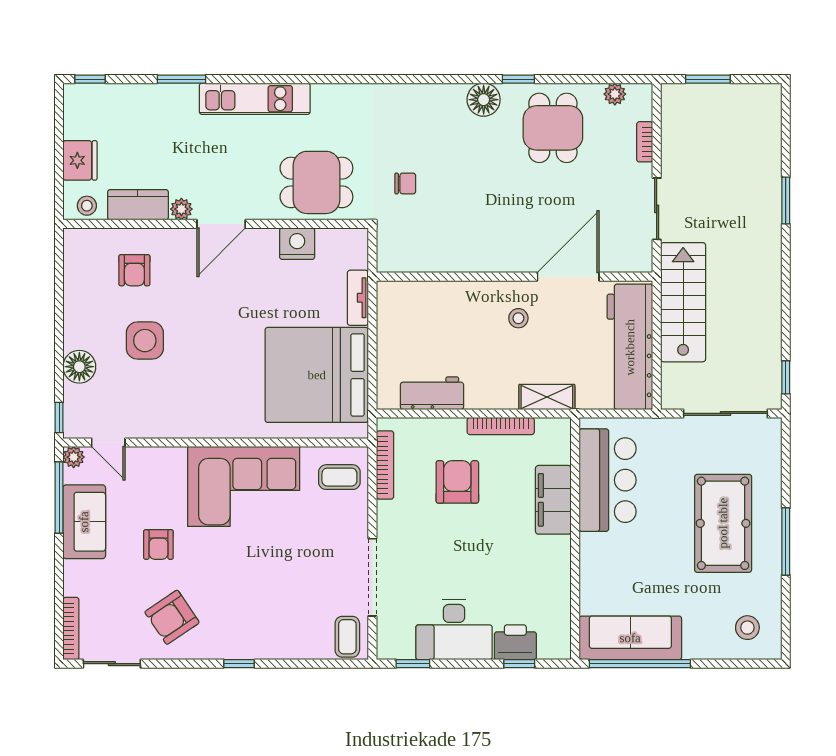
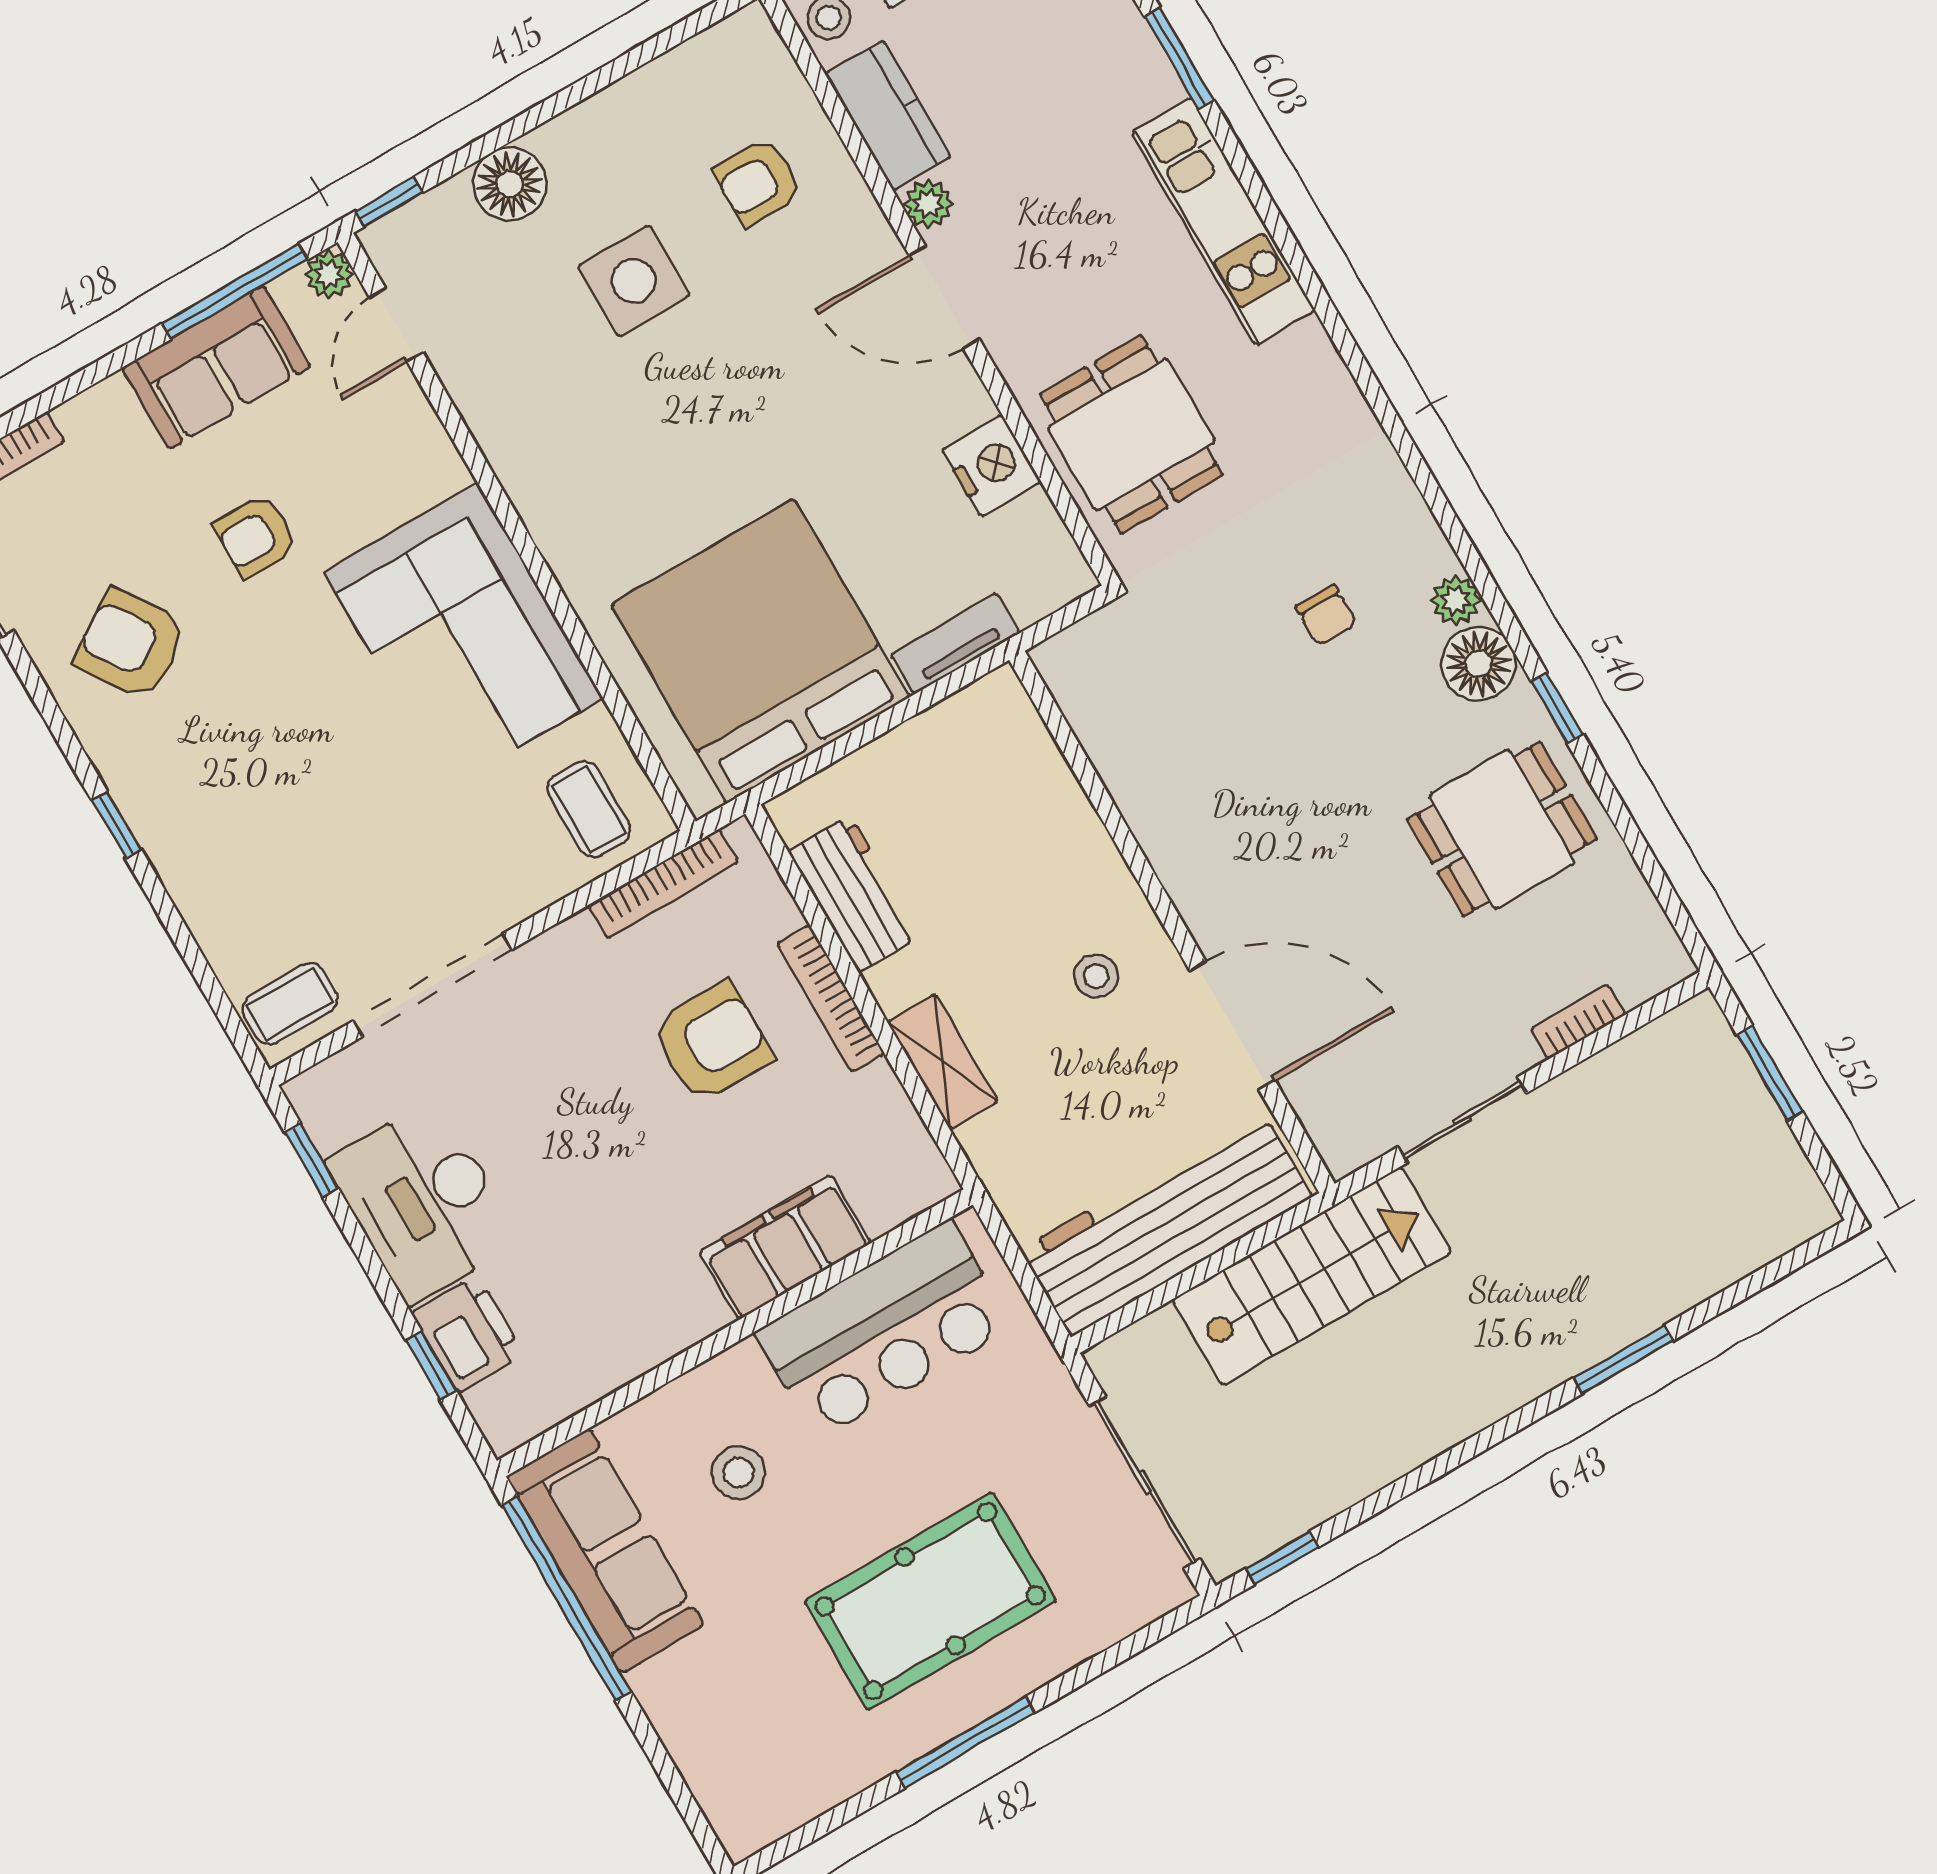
plant: (615, 94) -> (1456, 600), moved
chair: (405, 183) -> (1326, 615), moved
shelving: (547, 397) -> (943, 1062), moved
bookcase: (501, 426) -> (831, 999), moved
stool: (747, 628) -> (739, 1472), moved

